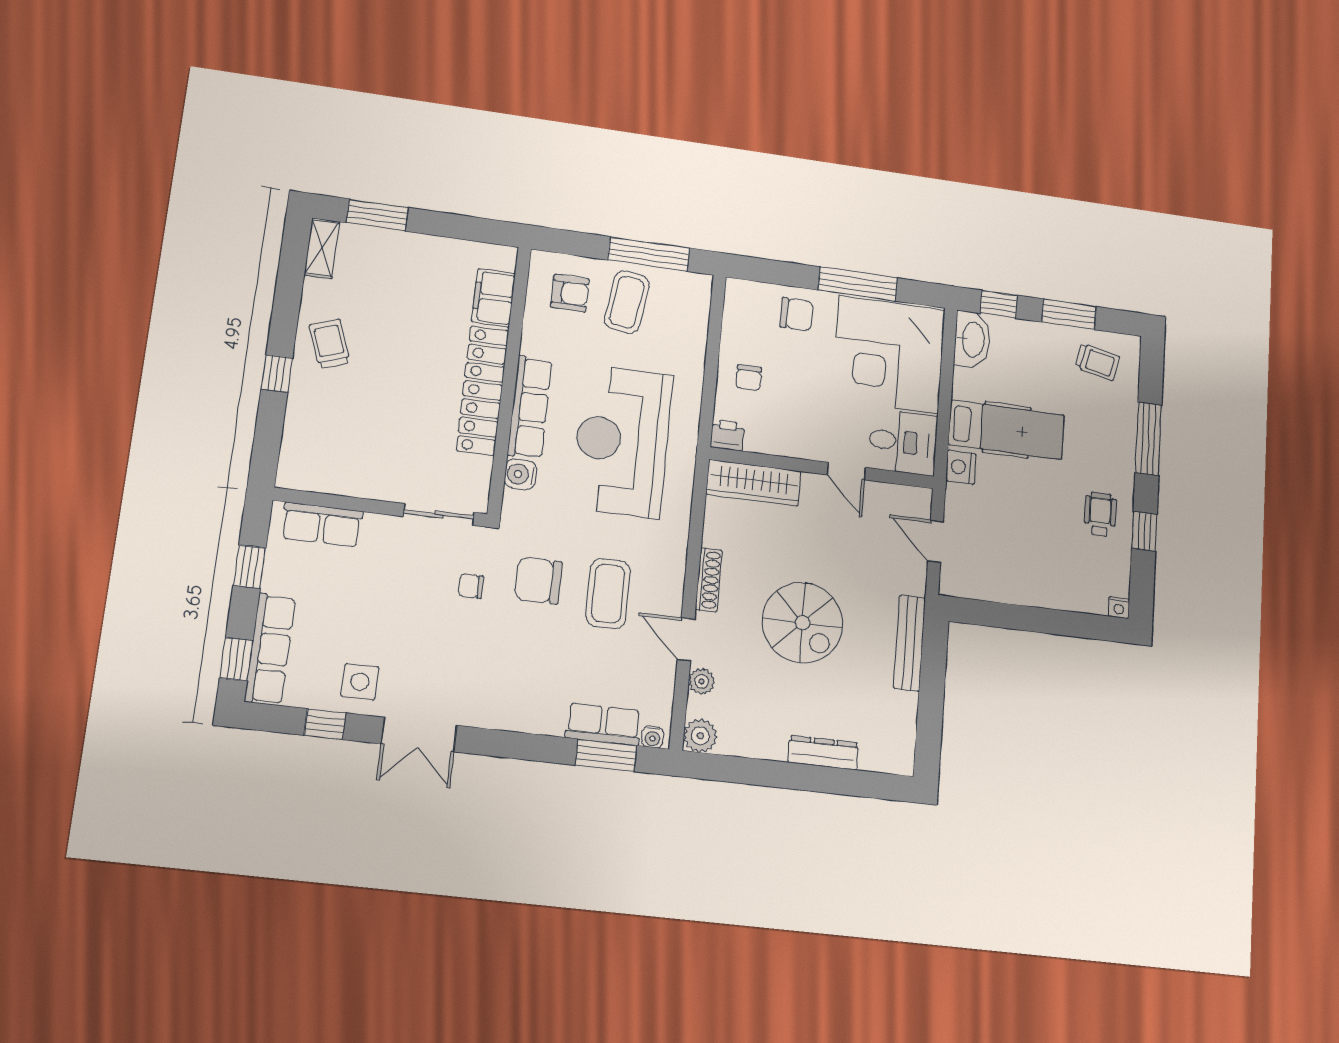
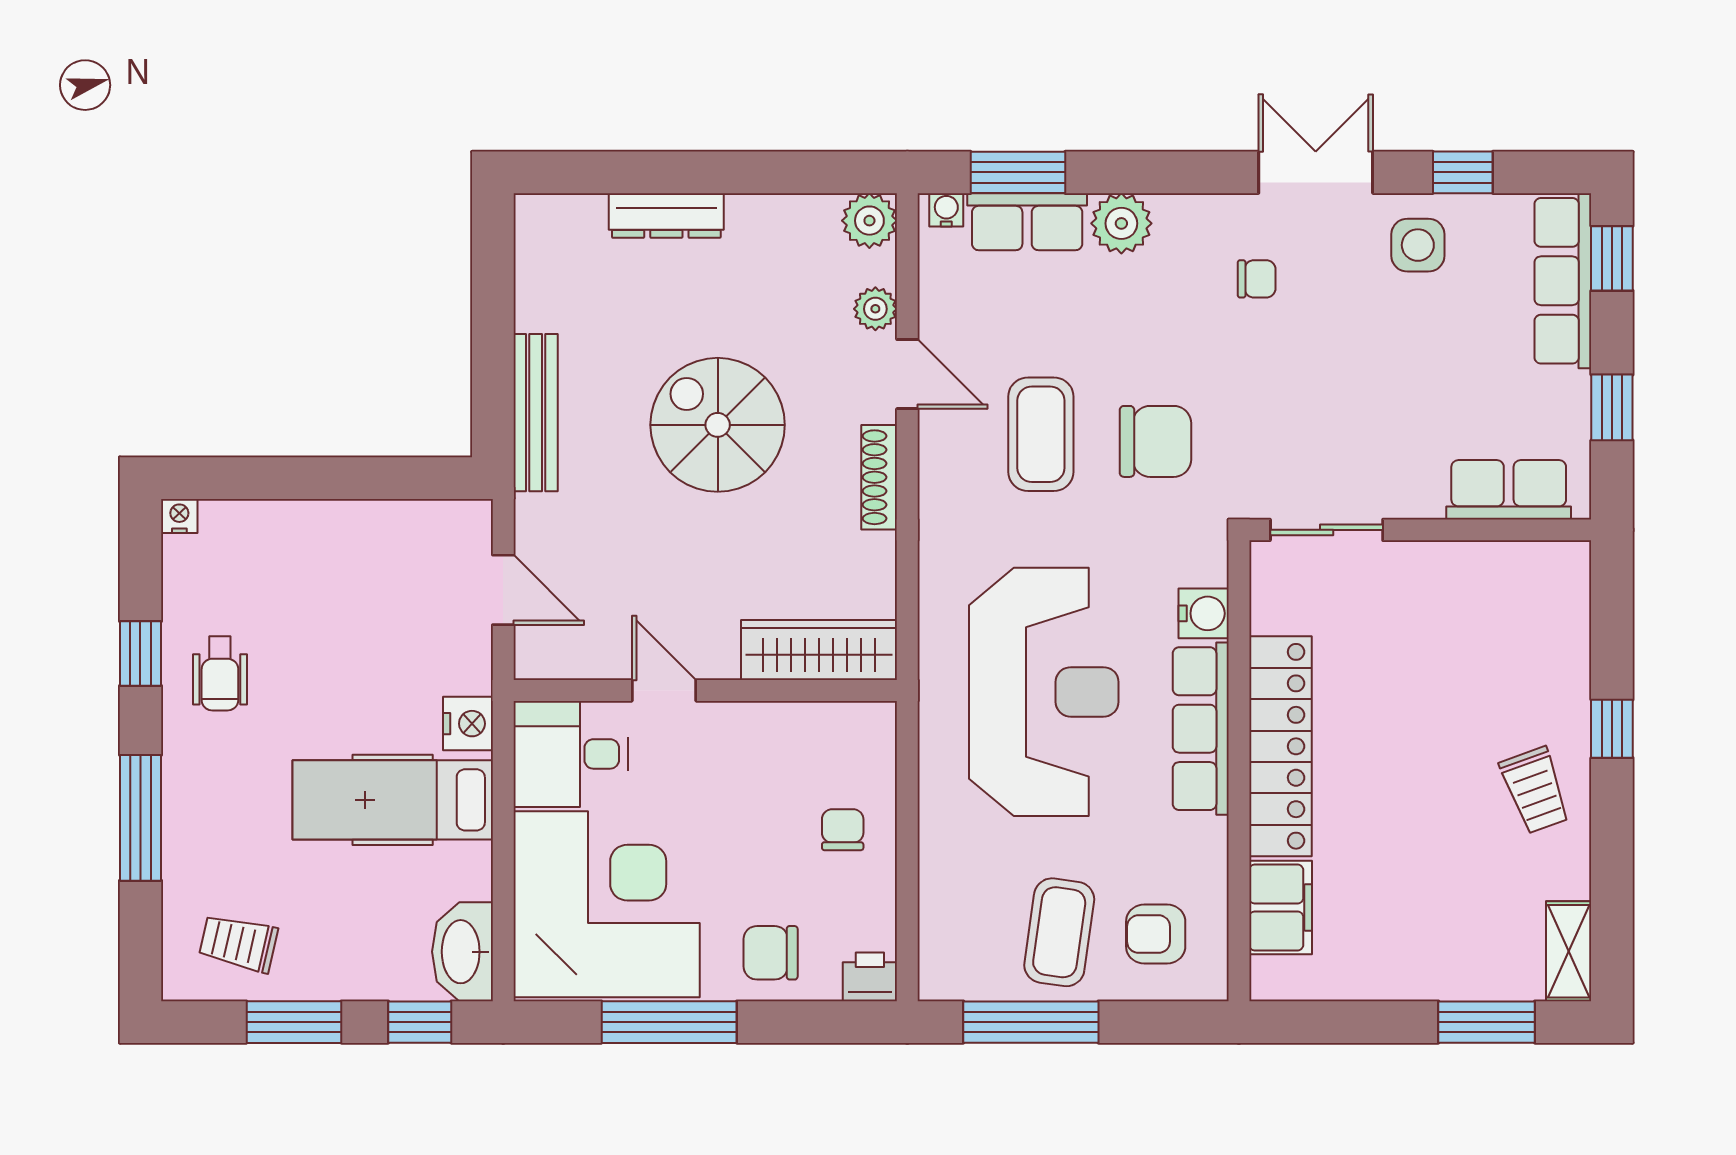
printer: (727, 435) -> (870, 977), moved, turned 180
chair: (471, 586) -> (1257, 279), moved
plant: (545, 716) -> (1121, 223), added

